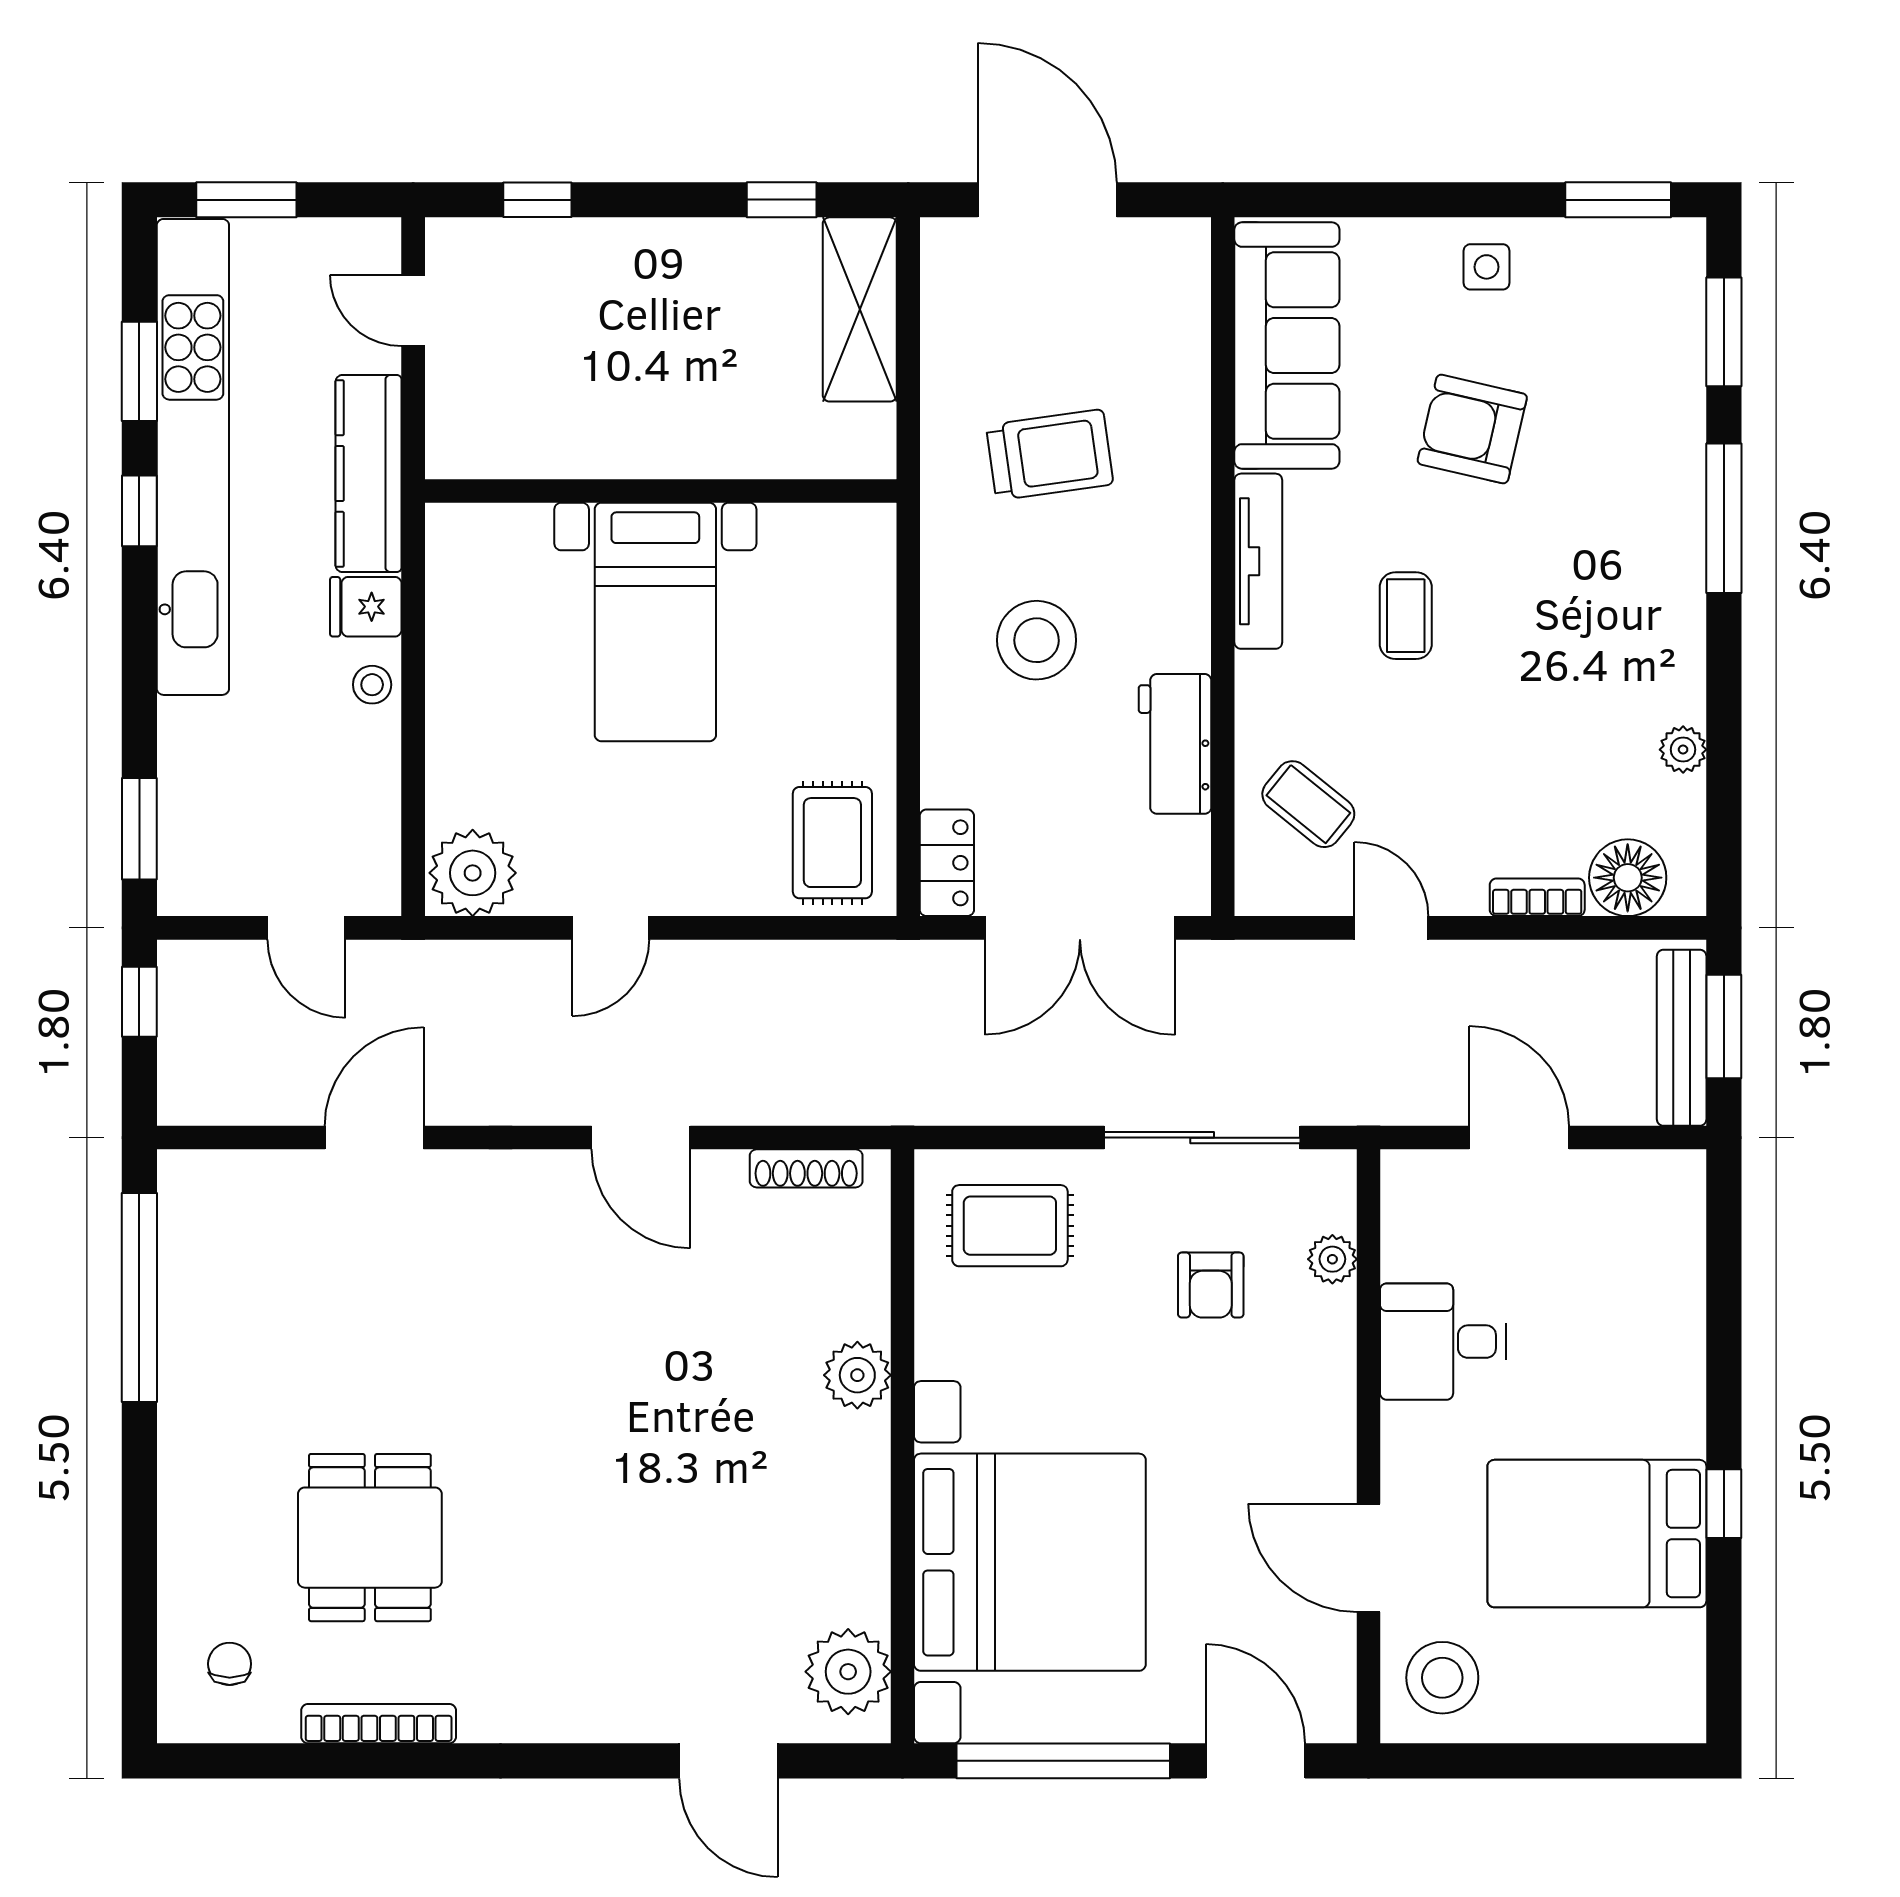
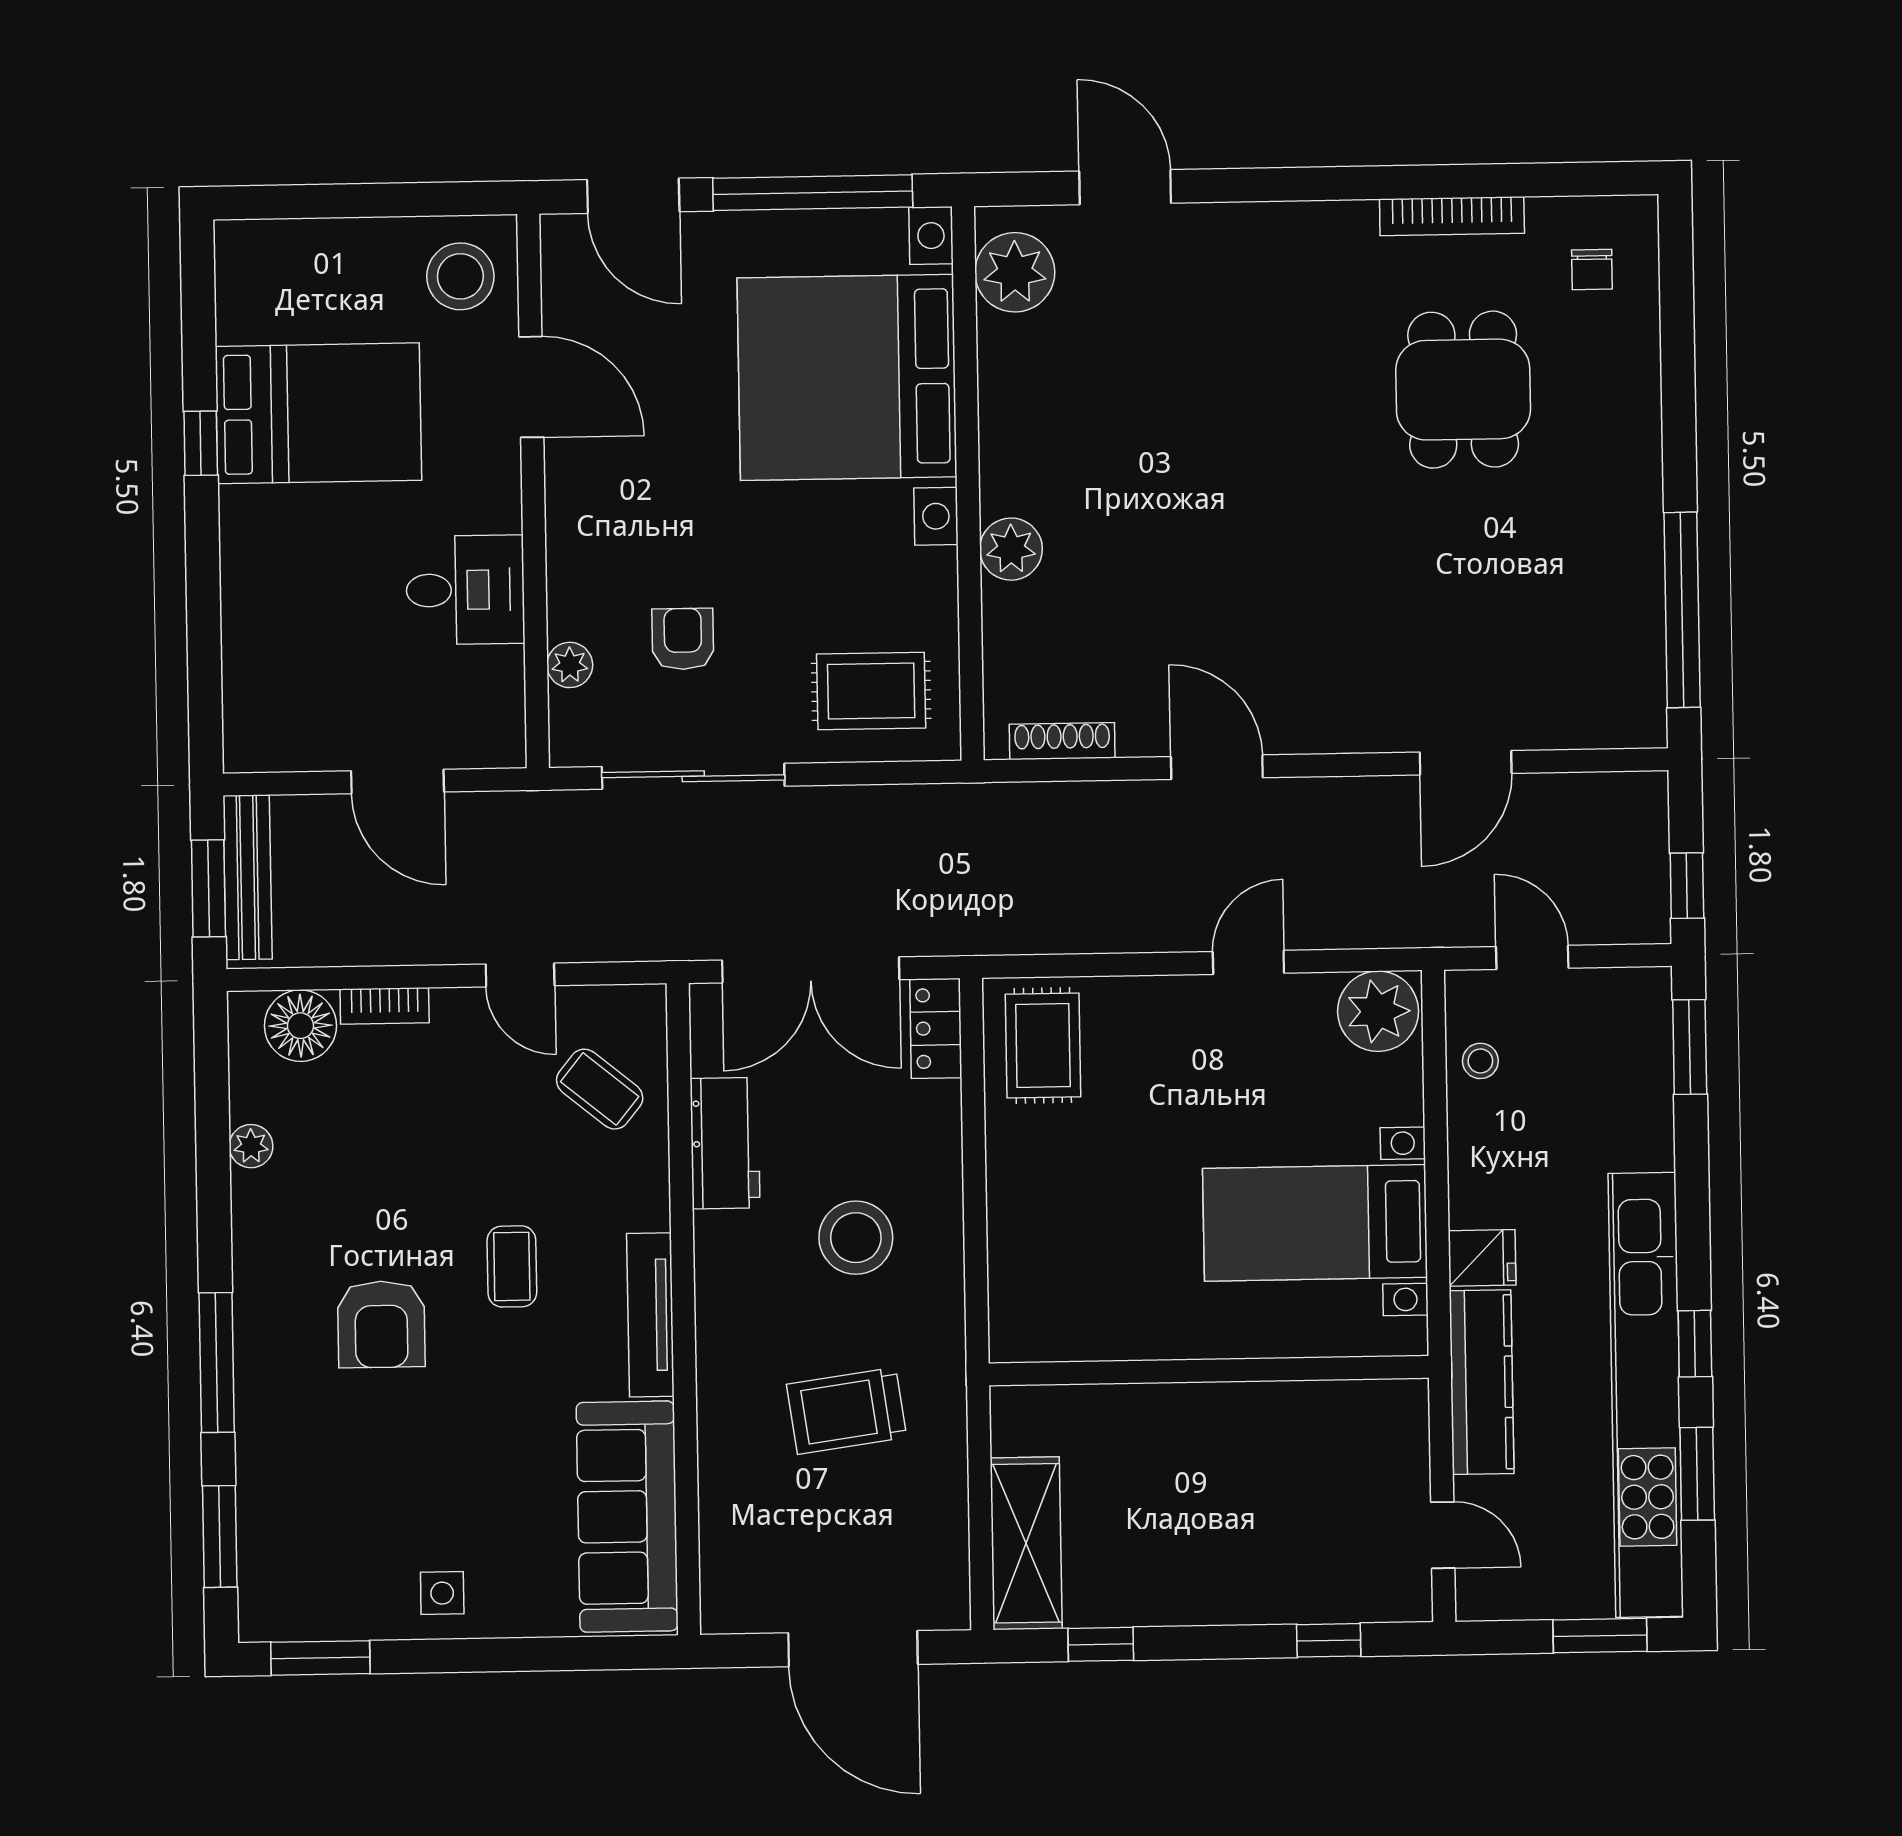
armchair: (1472, 429) -> (381, 1324), moved, turned 77
bed with nightstands: (655, 622) -> (1315, 1223), moved, turned -90
stool: (372, 685) -> (1480, 1061), moved
double door: (1080, 928) -> (811, 970), swing flipped

